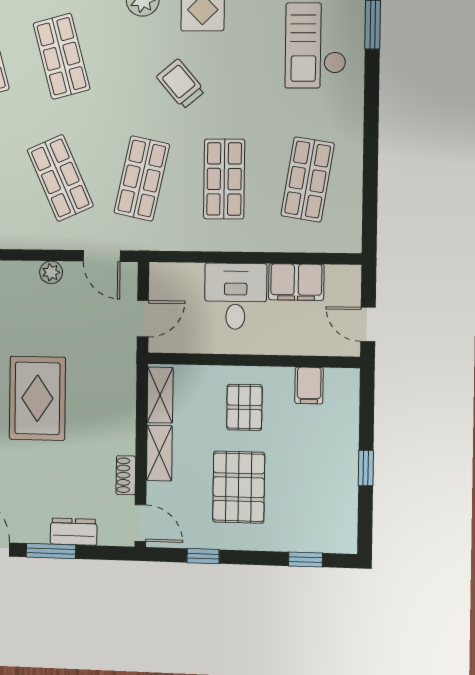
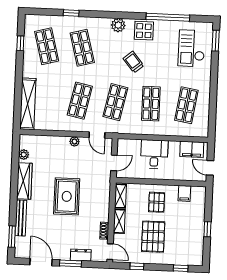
shop shelf: (60, 178) -> (80, 101), turned 36
filing cabinet: (296, 282) -> (192, 149), moved

